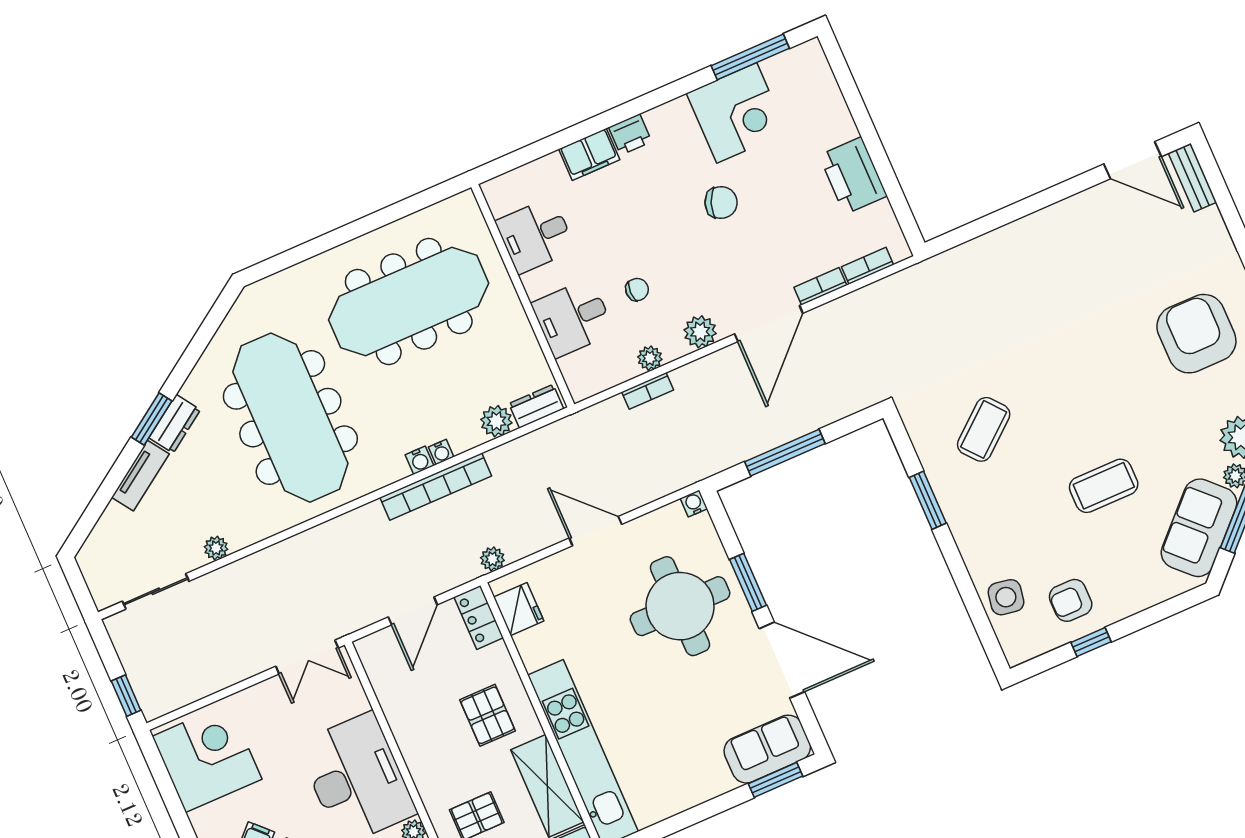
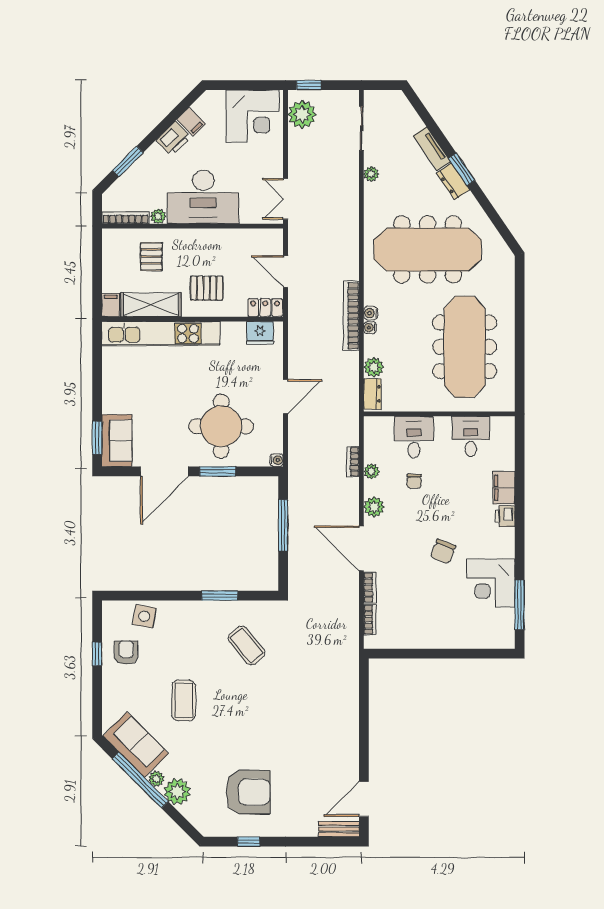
printer: (853, 176) -> (425, 634), removed
plant: (492, 559) -> (302, 114), moved, width x1.87, depth x1.87

